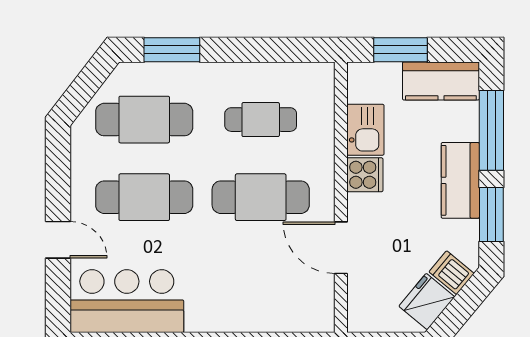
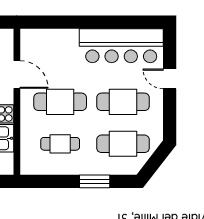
window: (172, 50) -> (95, 181), moved
bar counter: (127, 301) -> (121, 46), width x1.36

